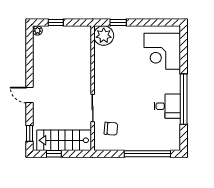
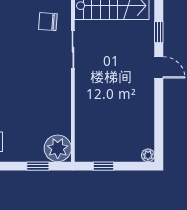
window: (56, 23) -> (104, 166), moved
window: (30, 133) -> (159, 32), moved

